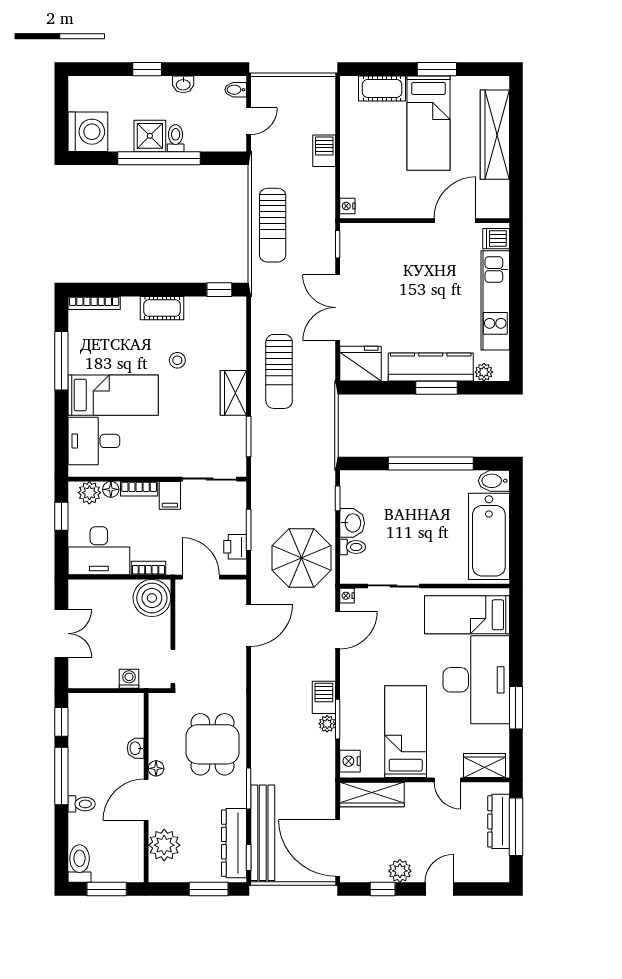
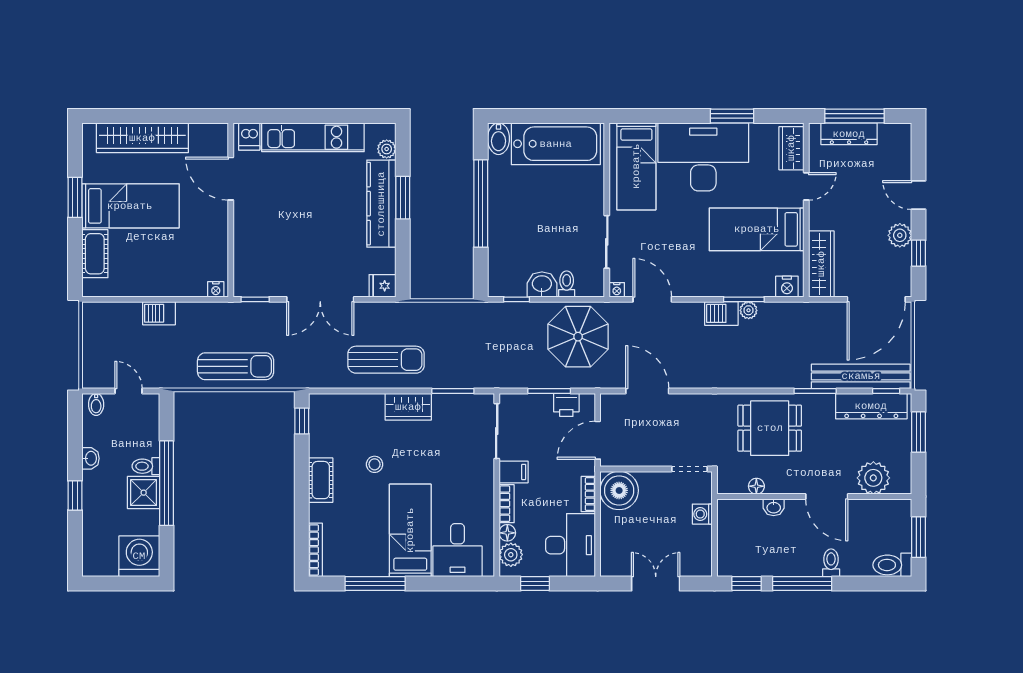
fridge: (360, 364) -> (382, 286), width x0.53, depth x0.75
floor lamp: (156, 768) -> (756, 486), moved

